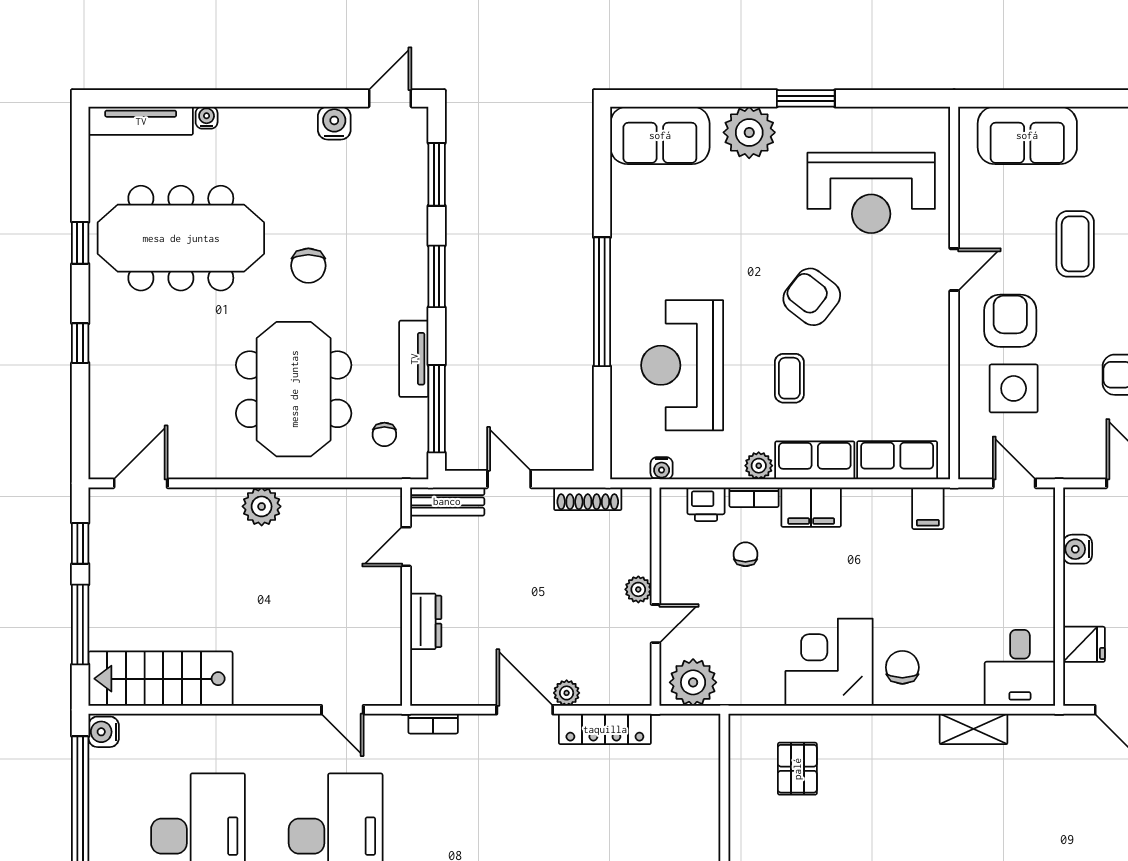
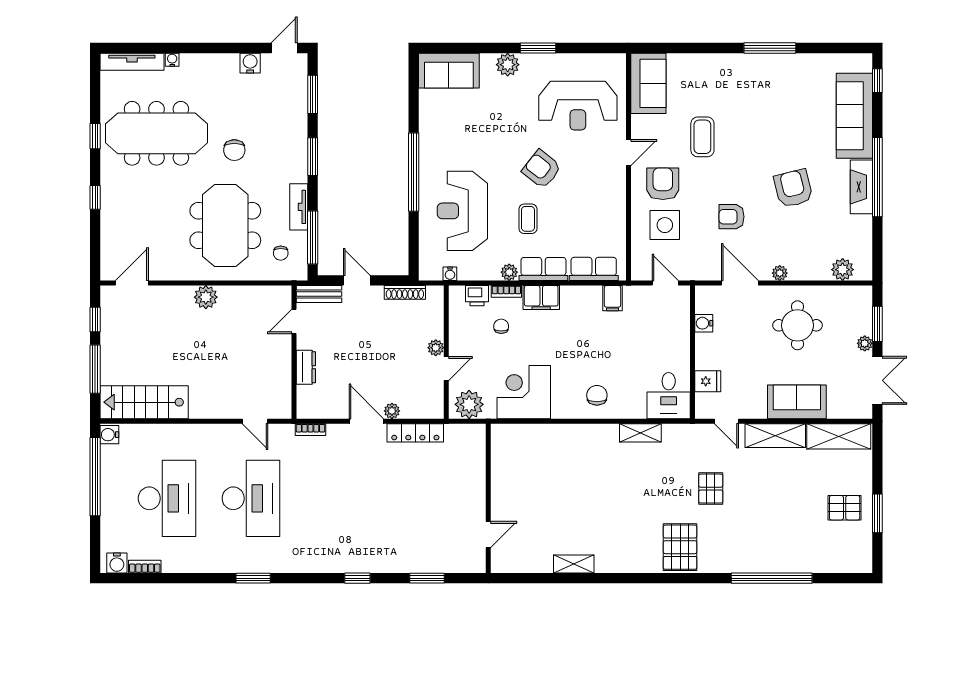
plant: (749, 132) -> (508, 65), width x0.73, depth x0.73
sofa: (1027, 135) -> (648, 83), moved, turned -90
corner desk: (829, 662) -> (524, 392), moved
pallet: (797, 769) -> (711, 489), moved

